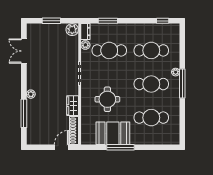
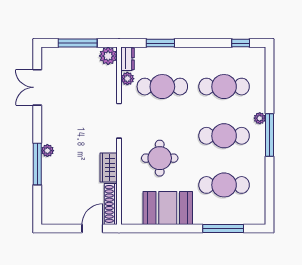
window: (51, 21) -> (78, 43), width x1.44
window: (24, 113) -> (37, 164), moved
window: (120, 147) -> (223, 228), moved

